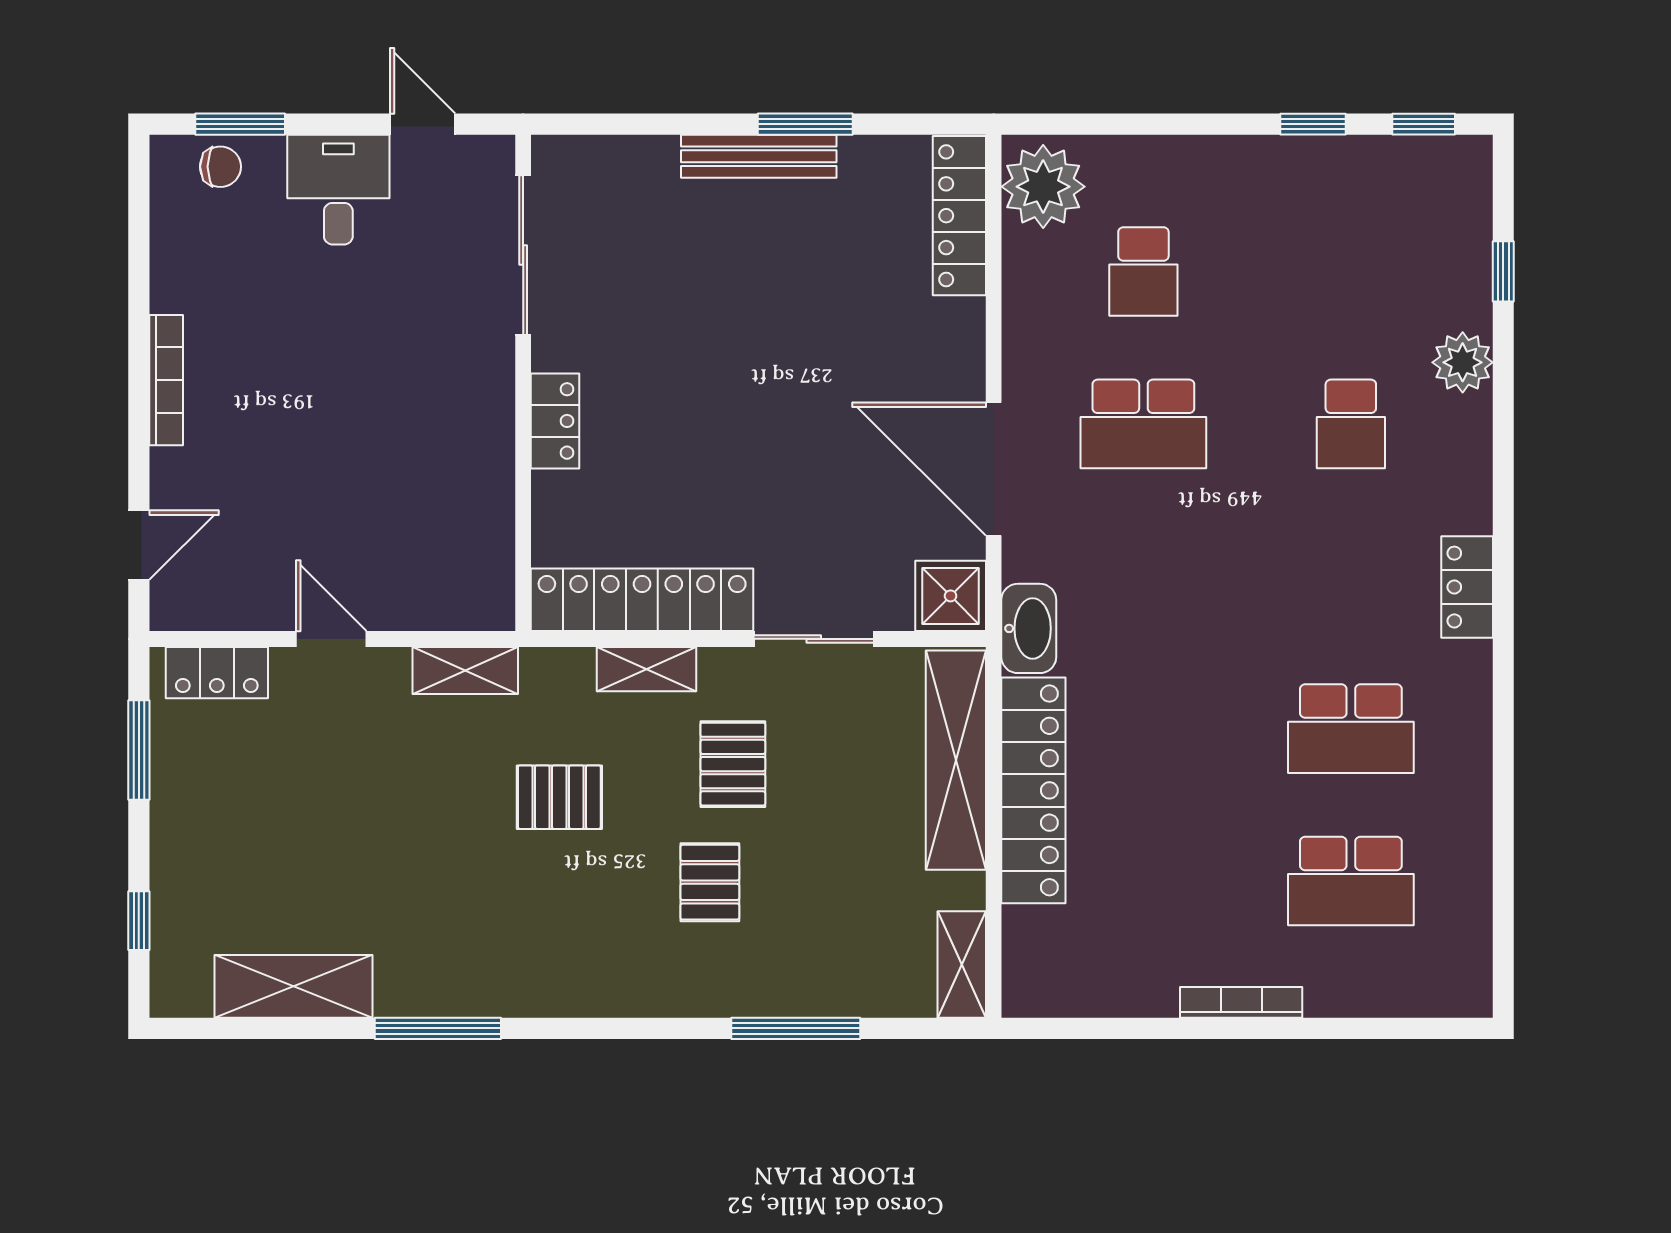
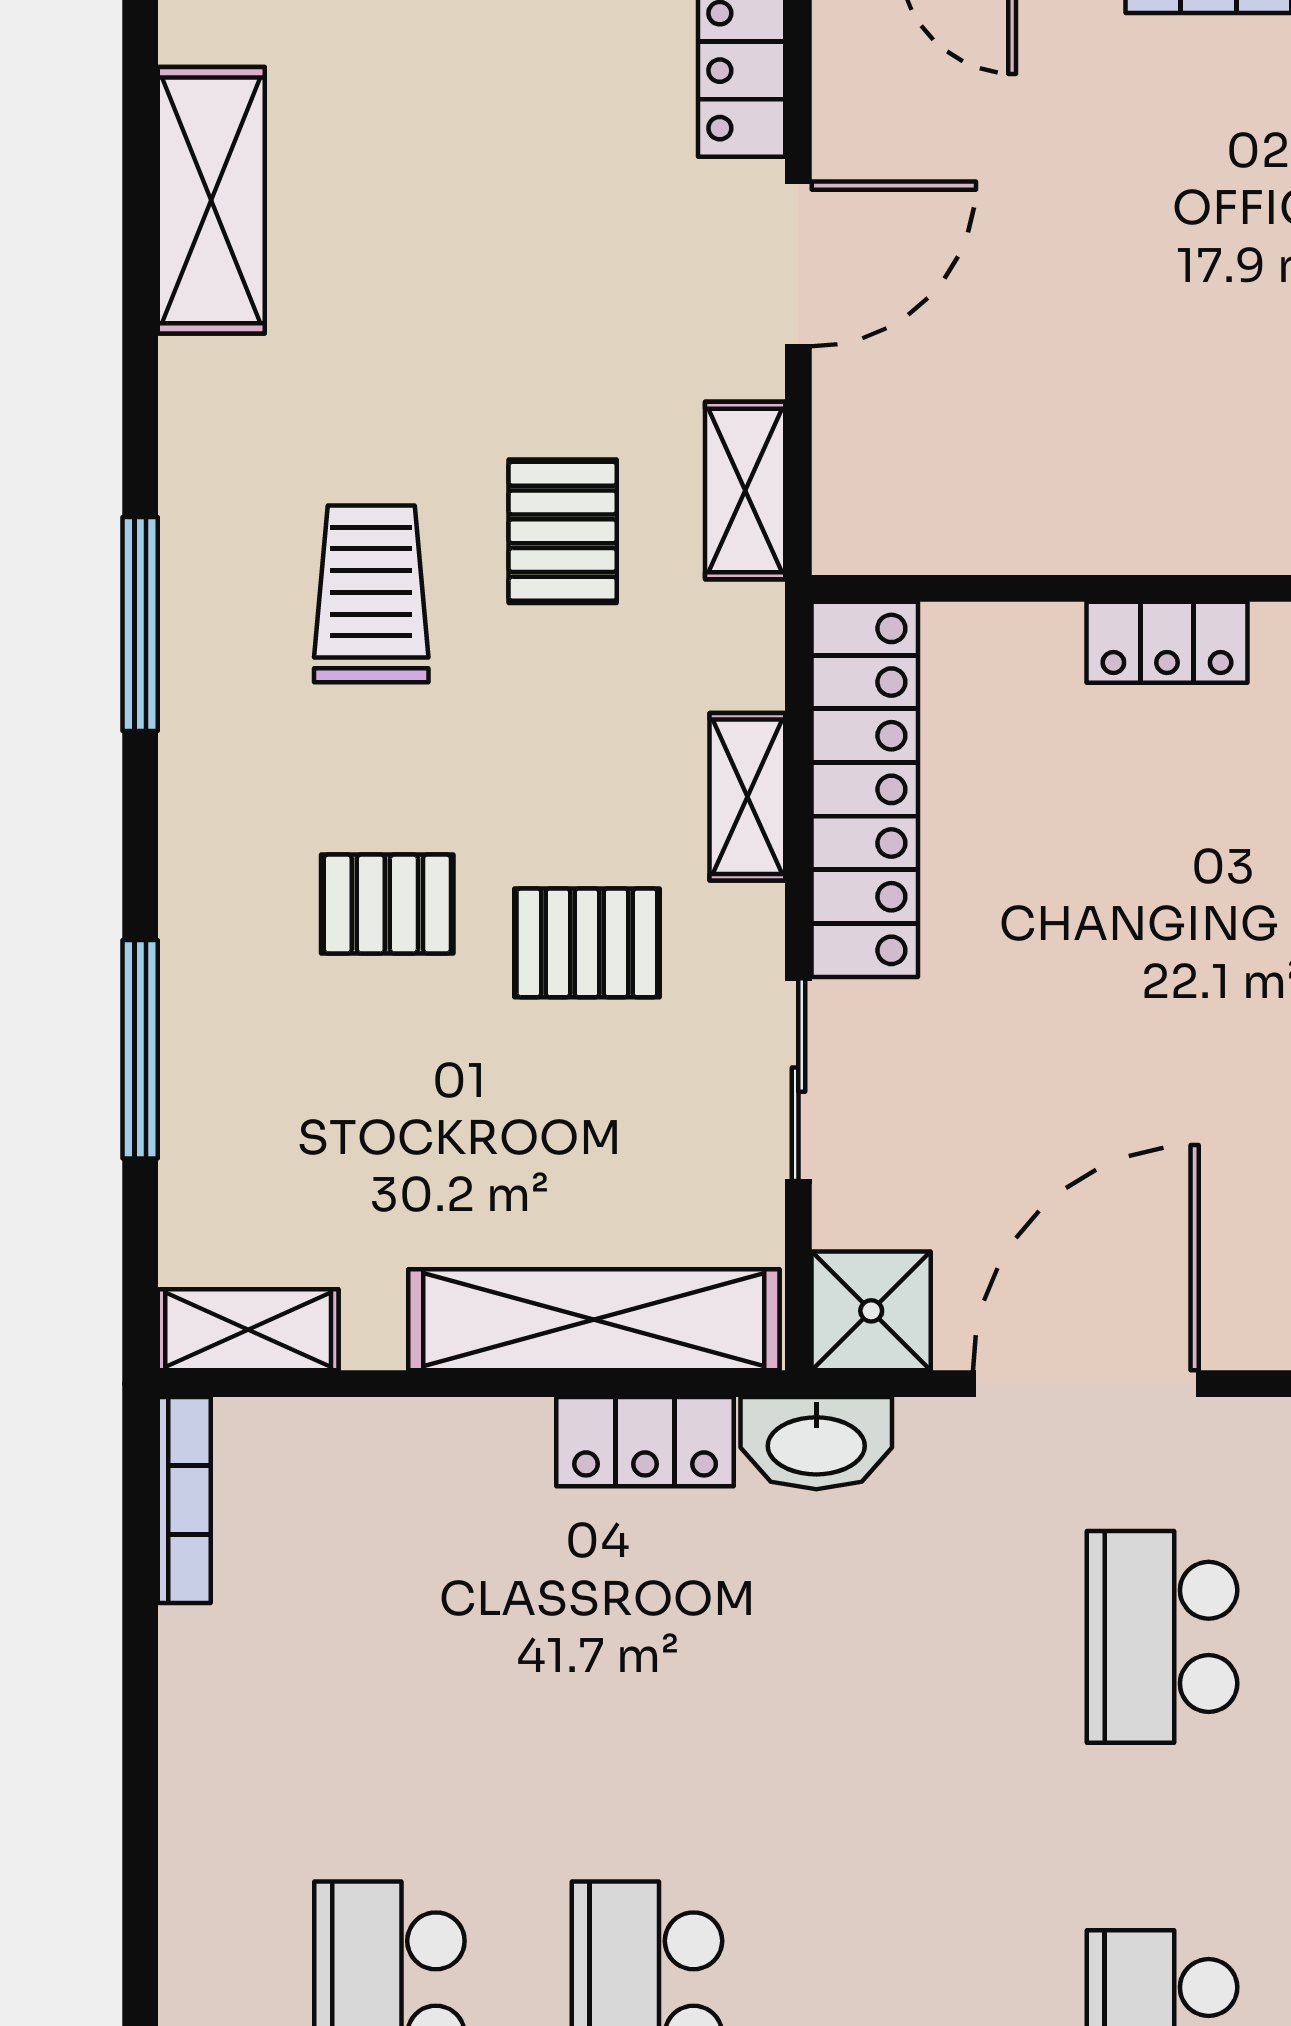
door: (331, 639) -> (798, 264), width x1.38
locker: (1033, 790) -> (645, 1442), width x0.46, depth x0.83
pallet: (559, 797) -> (563, 531), moved
trolley: (526, 892) -> (371, 594), added
bookcase: (1241, 1002) -> (184, 1500), moved
window: (438, 1028) -> (140, 624), moved

